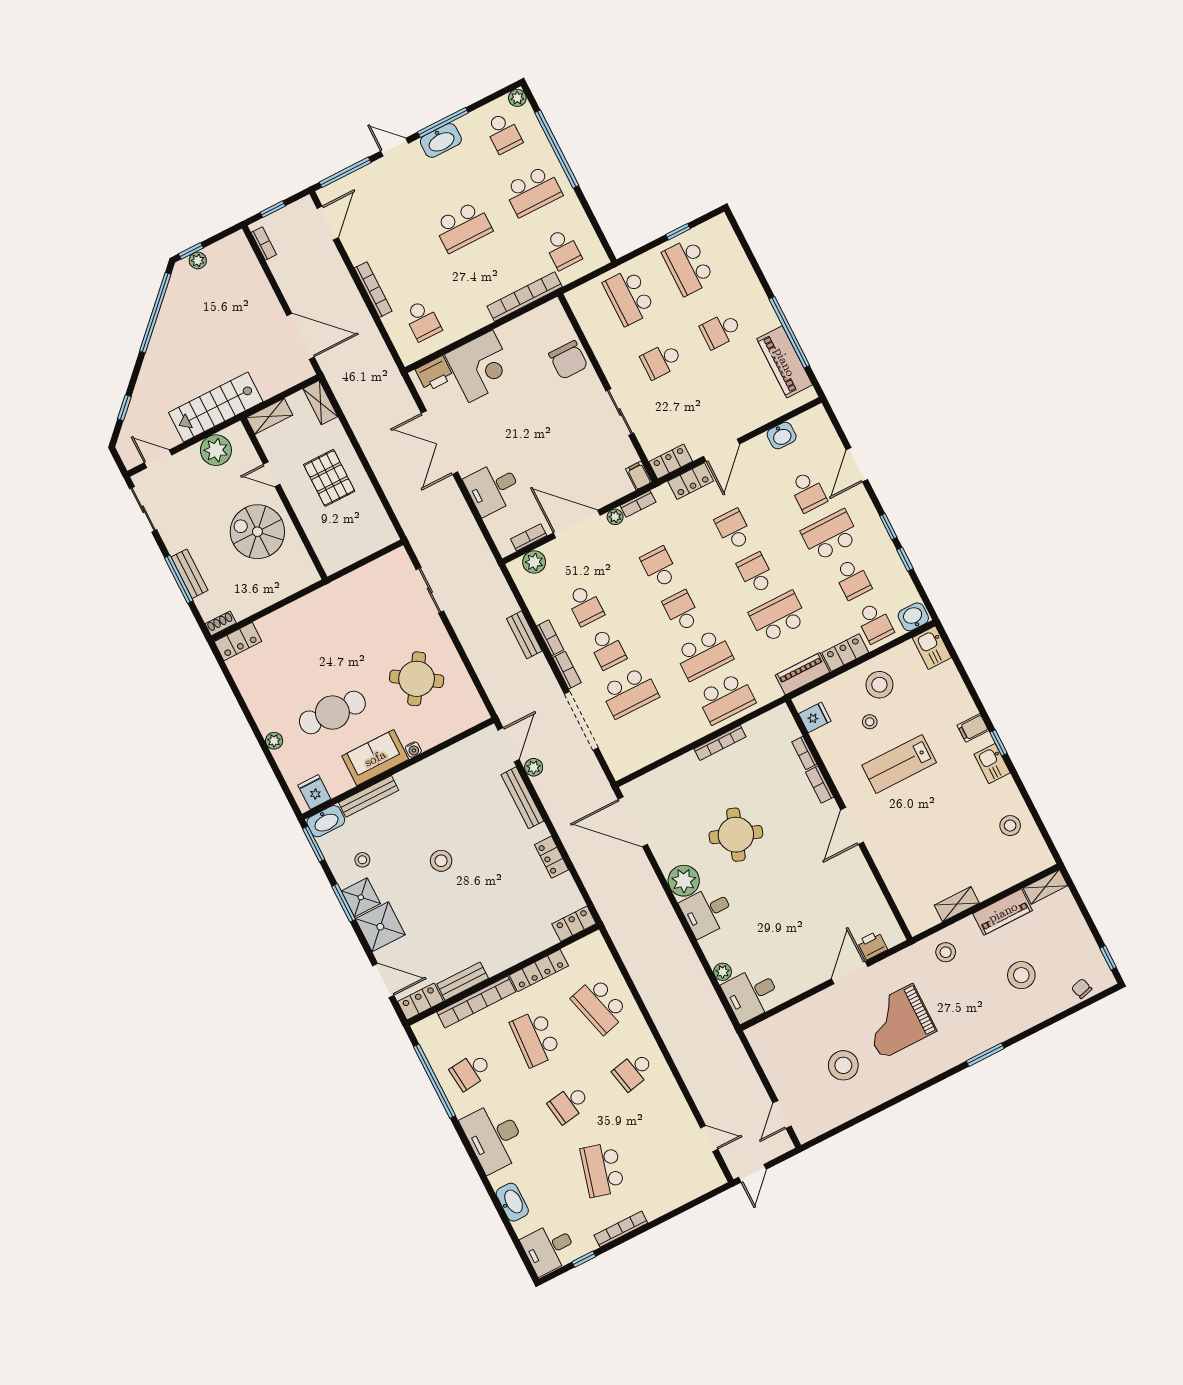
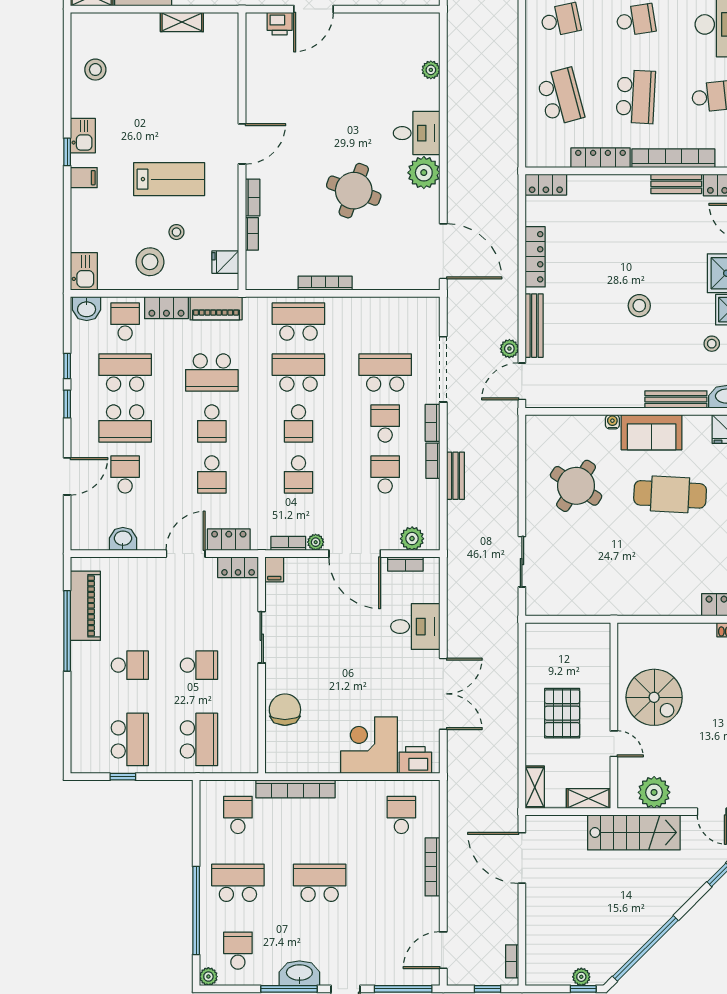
school desk: (852, 579) -> (125, 373), width x1.85
locker: (552, 857) -> (535, 257), width x1.53
desk: (751, 994) -> (415, 36), removed

